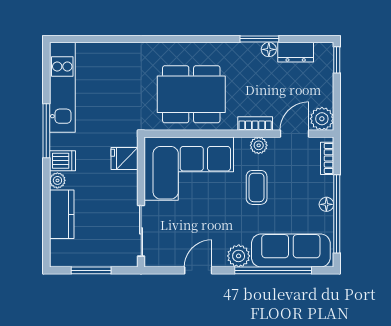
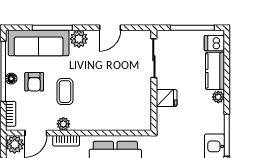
fridge: (125, 159) -> (167, 98), moved
dishwasher: (63, 161) -> (214, 43), moved
corner sofa: (189, 169) -> (117, 106), removed
armchair: (297, 200) -> (34, 82), added
window: (91, 270) -> (192, 28), width x1.44
window: (273, 270) -> (52, 28), width x0.68

